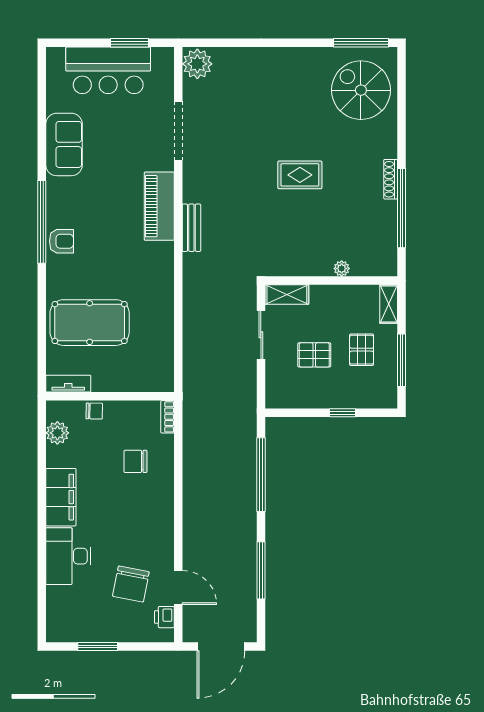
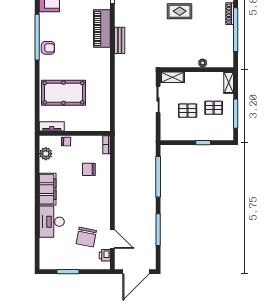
pallet: (362, 350) -> (214, 108), turned 90

